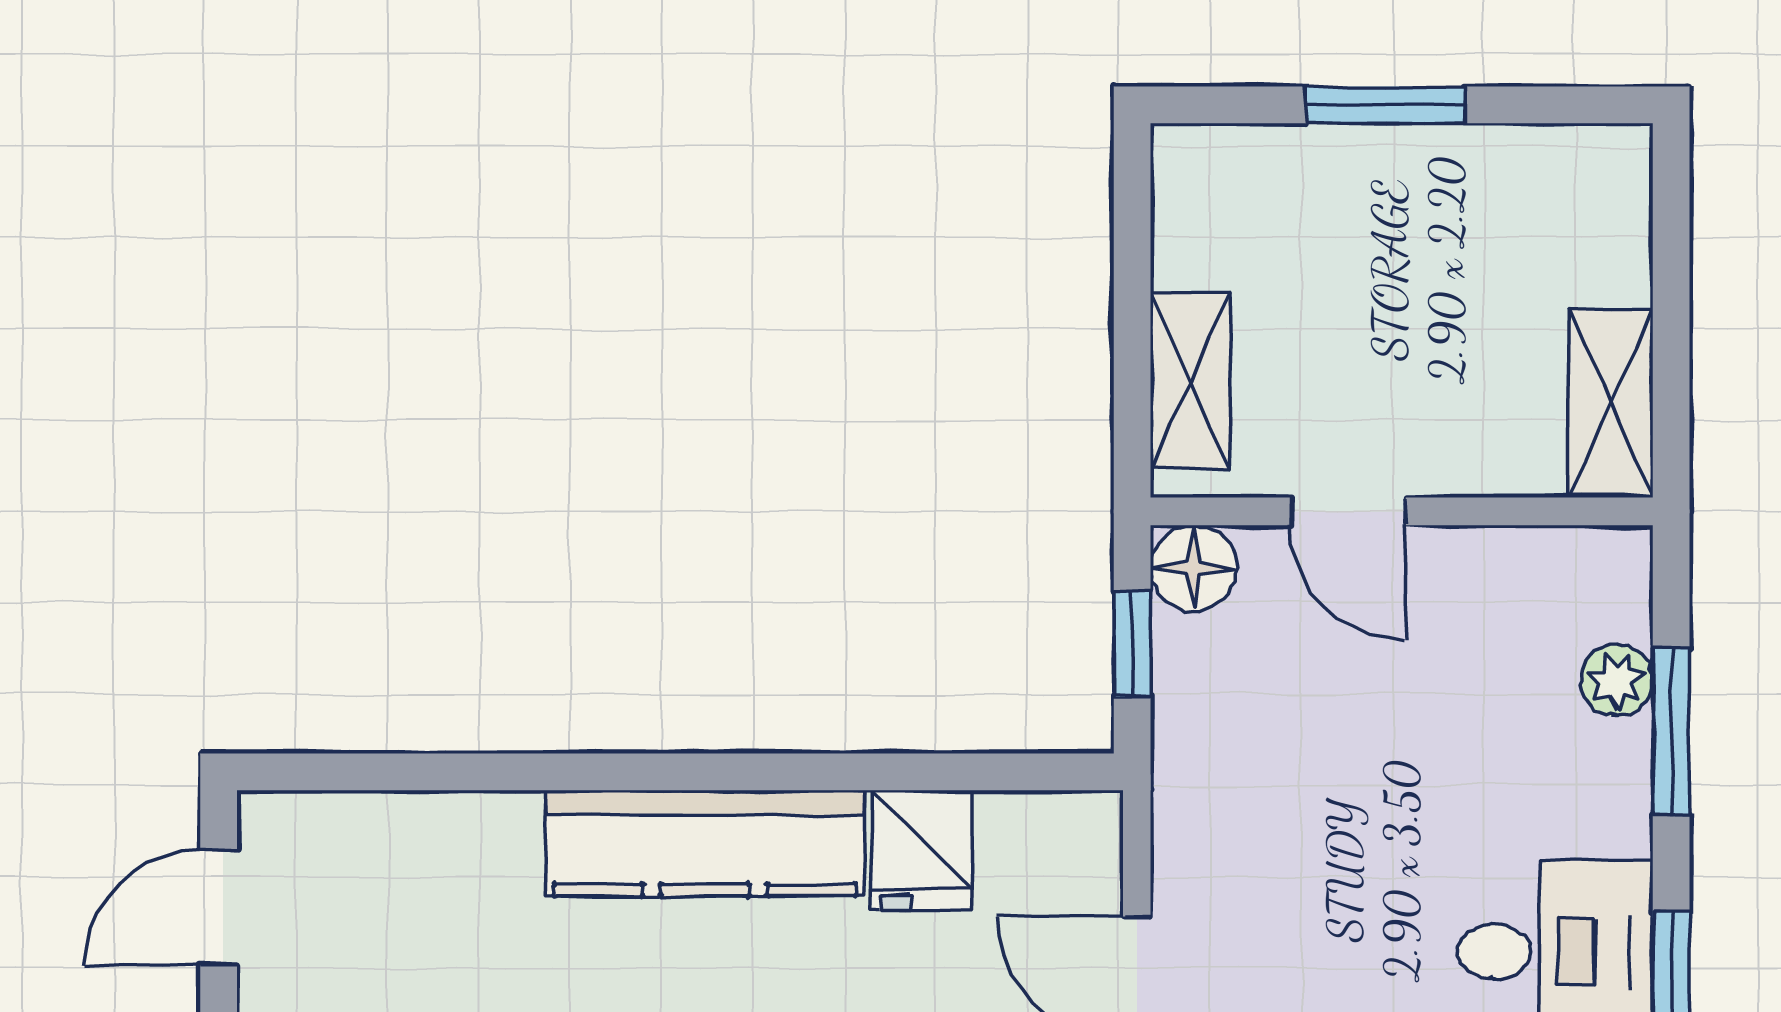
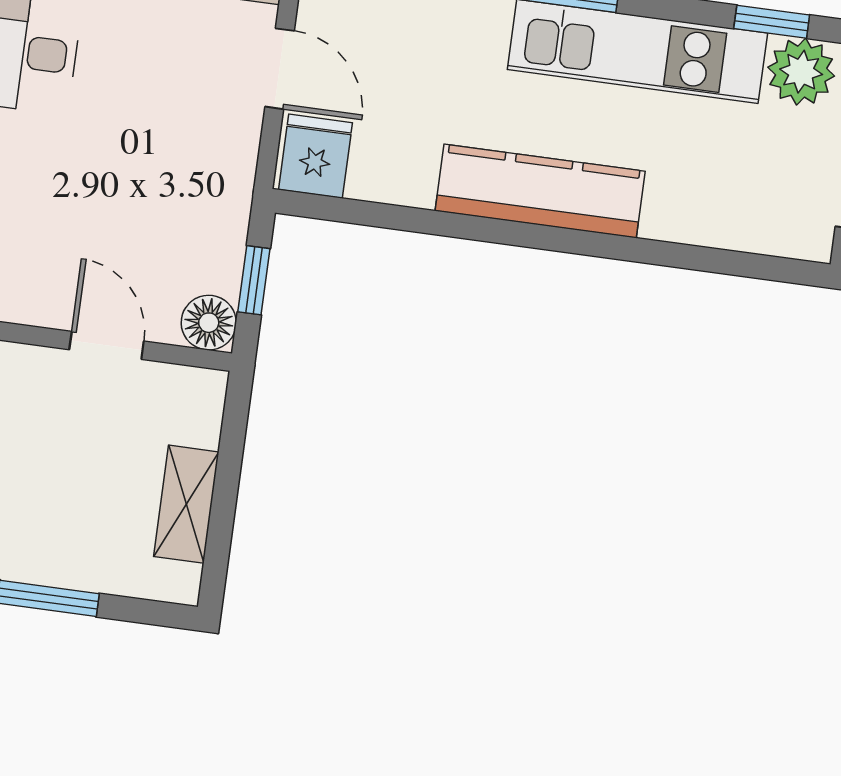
shelving: (1190, 380) -> (186, 504), moved
fridge: (922, 850) -> (316, 156), moved

